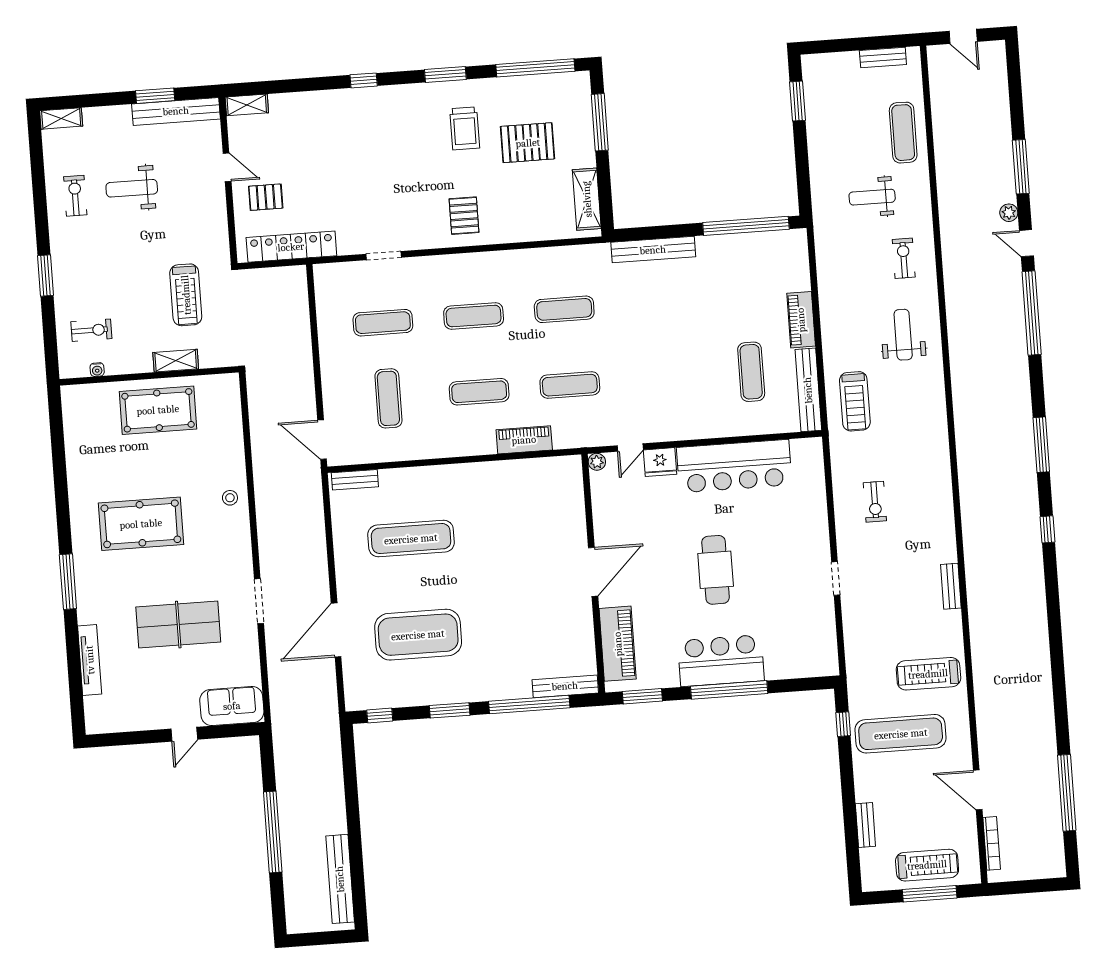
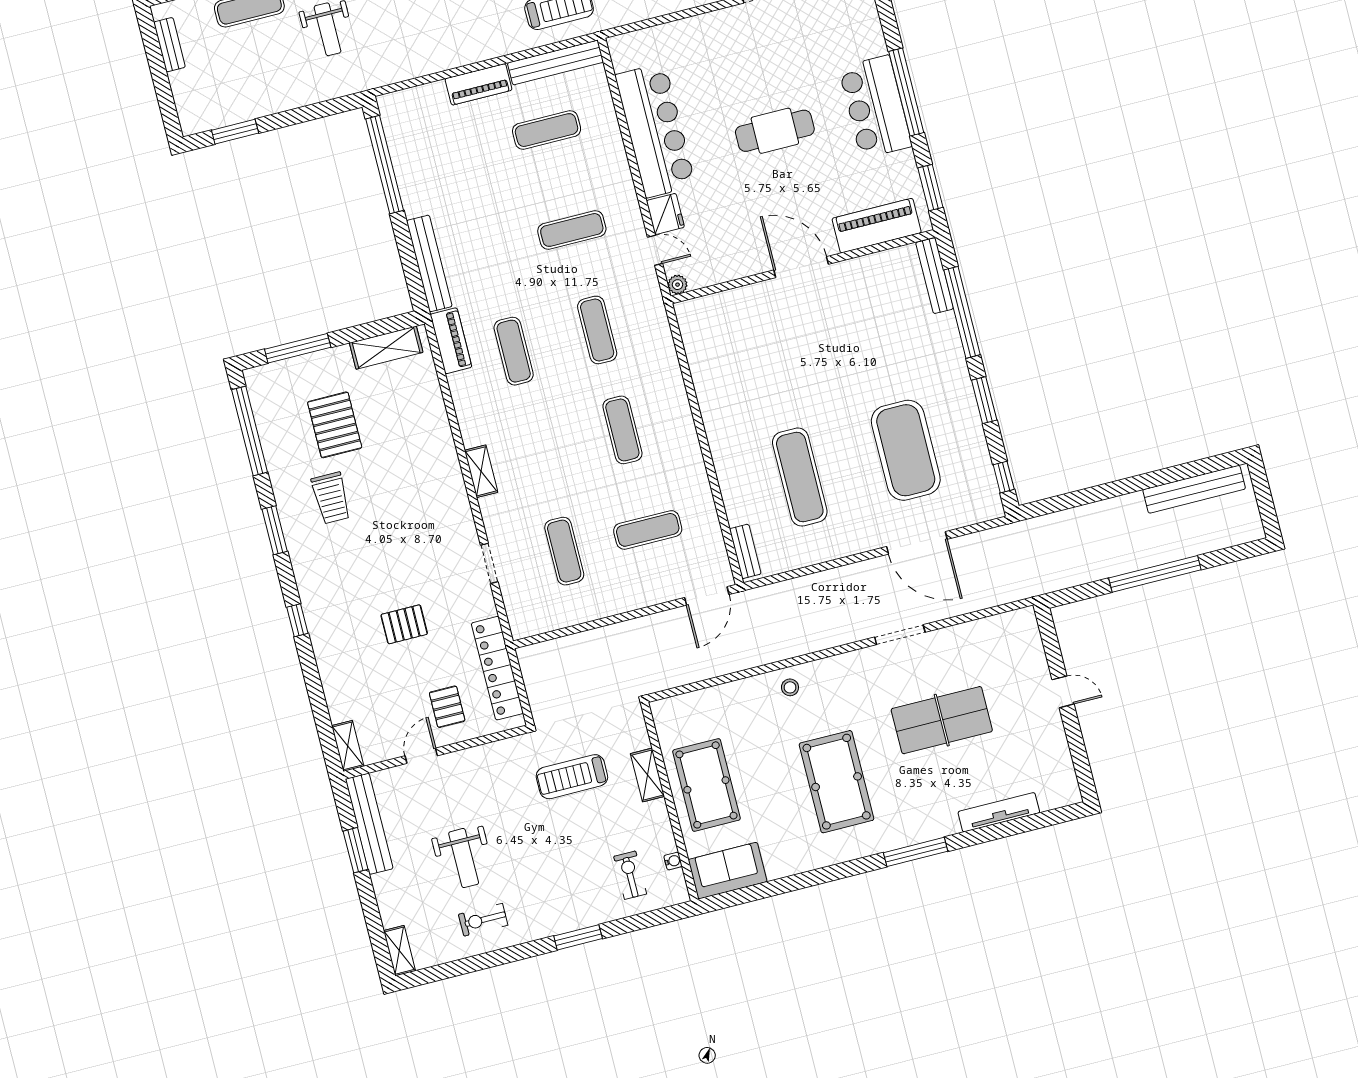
trolley: (465, 128) -> (331, 498), turned 90
pallet: (464, 216) -> (404, 624), moved
shelving: (465, 263) -> (481, 471), added
treadmill: (186, 295) -> (572, 777), turned 180
exercise mat: (474, 316) -> (572, 230), moved, turned 90
piano: (524, 440) -> (451, 341), moved, turned 180
table tennis table: (178, 625) -> (942, 720), turned 90
sofa: (232, 706) -> (728, 871), moved, turned 90

